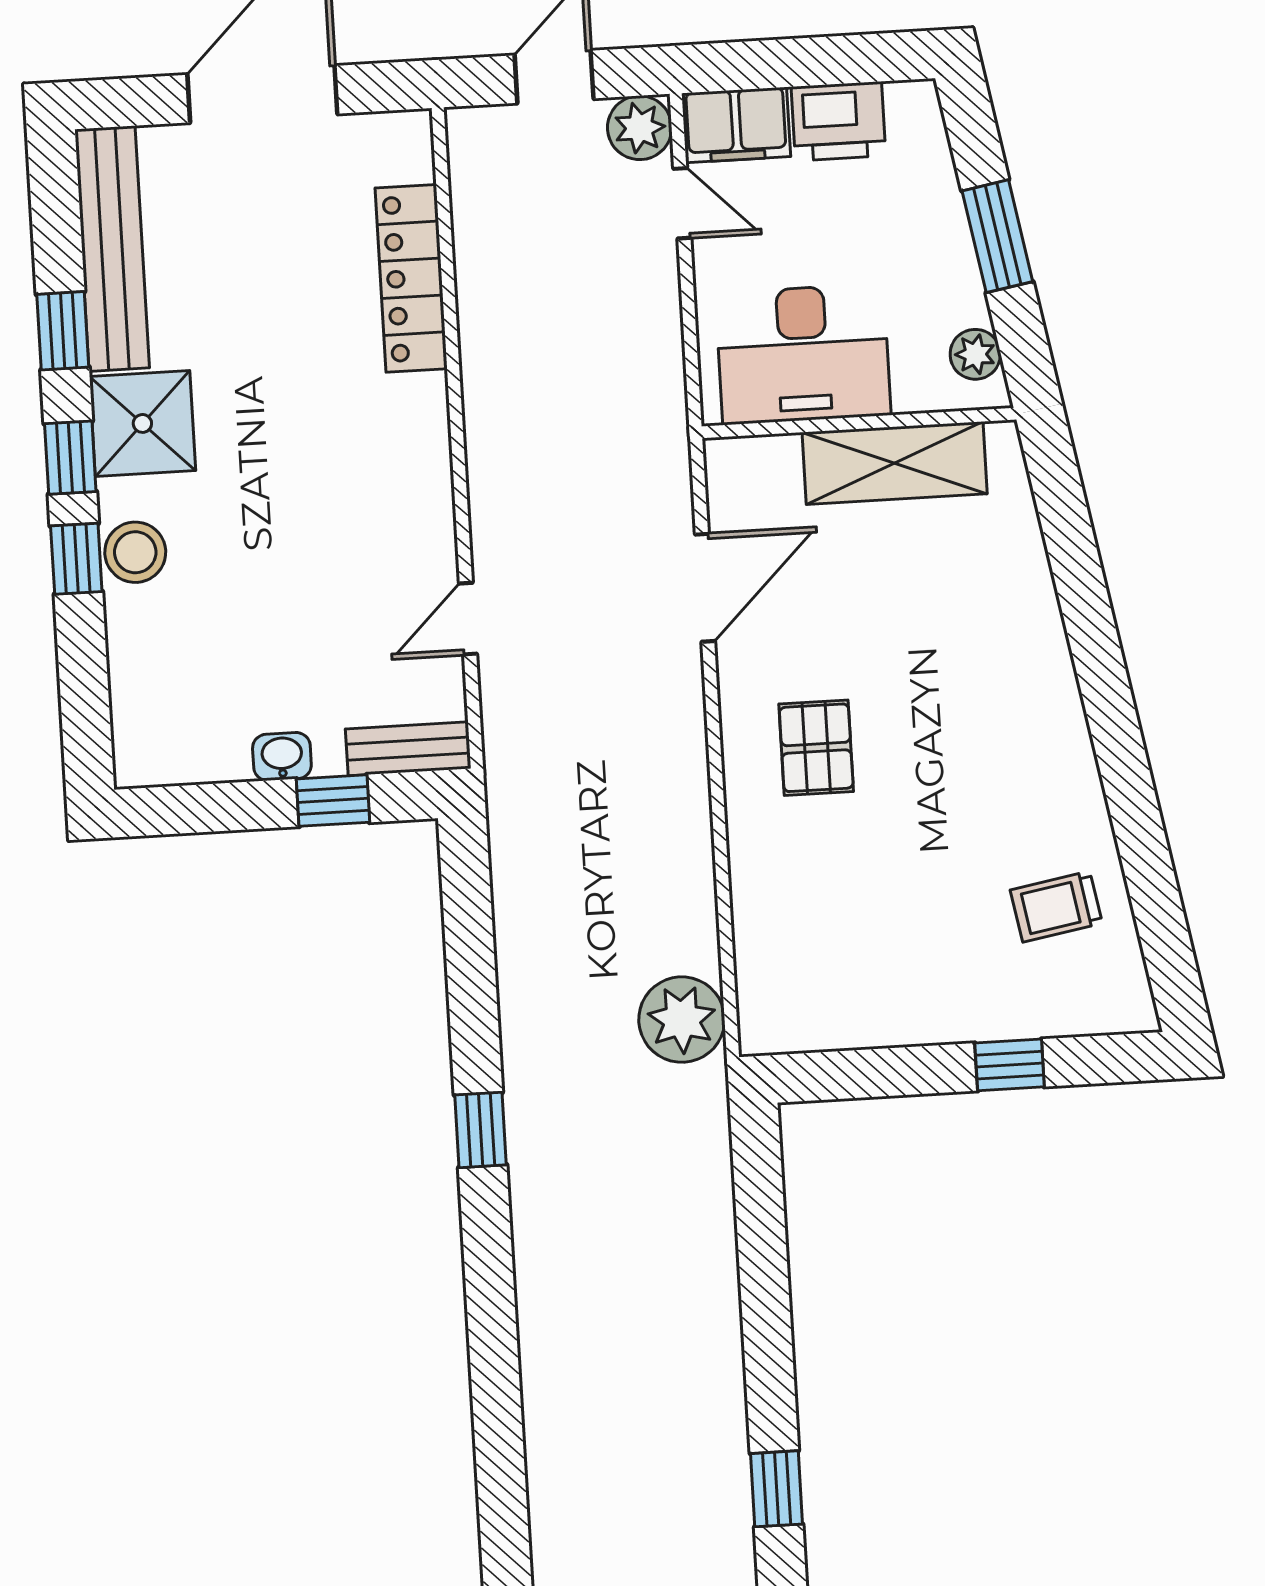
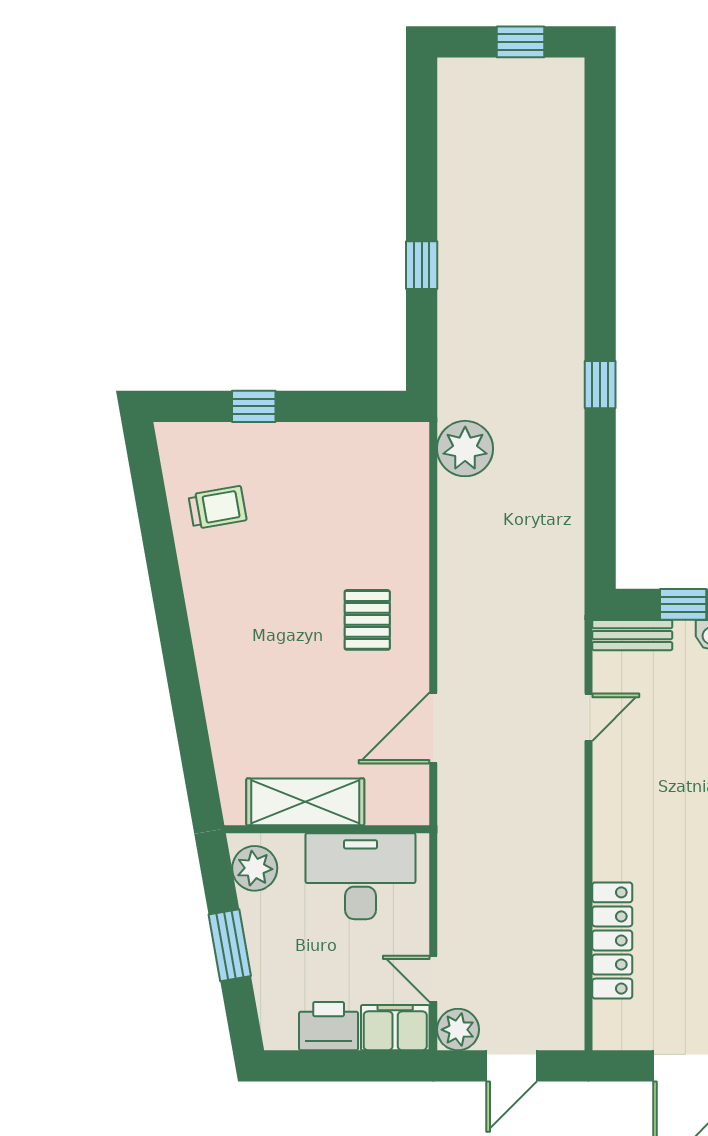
plant: (975, 354) -> (255, 868), width x1.38, depth x1.38
window: (776, 1489) -> (422, 265), moved

